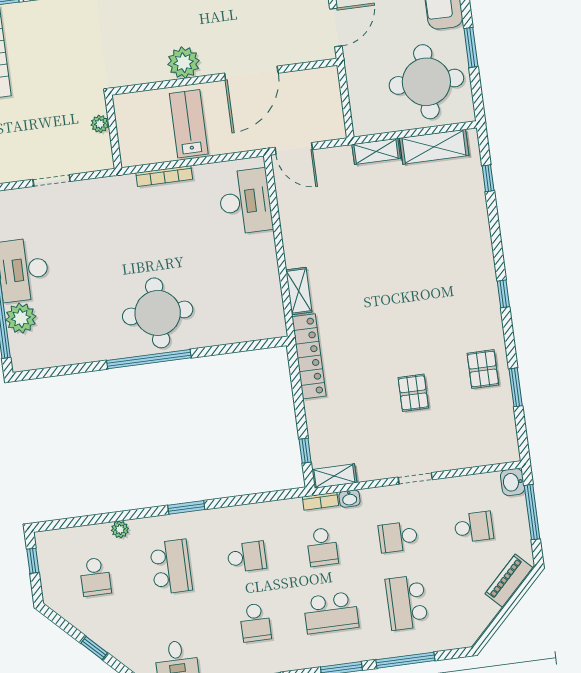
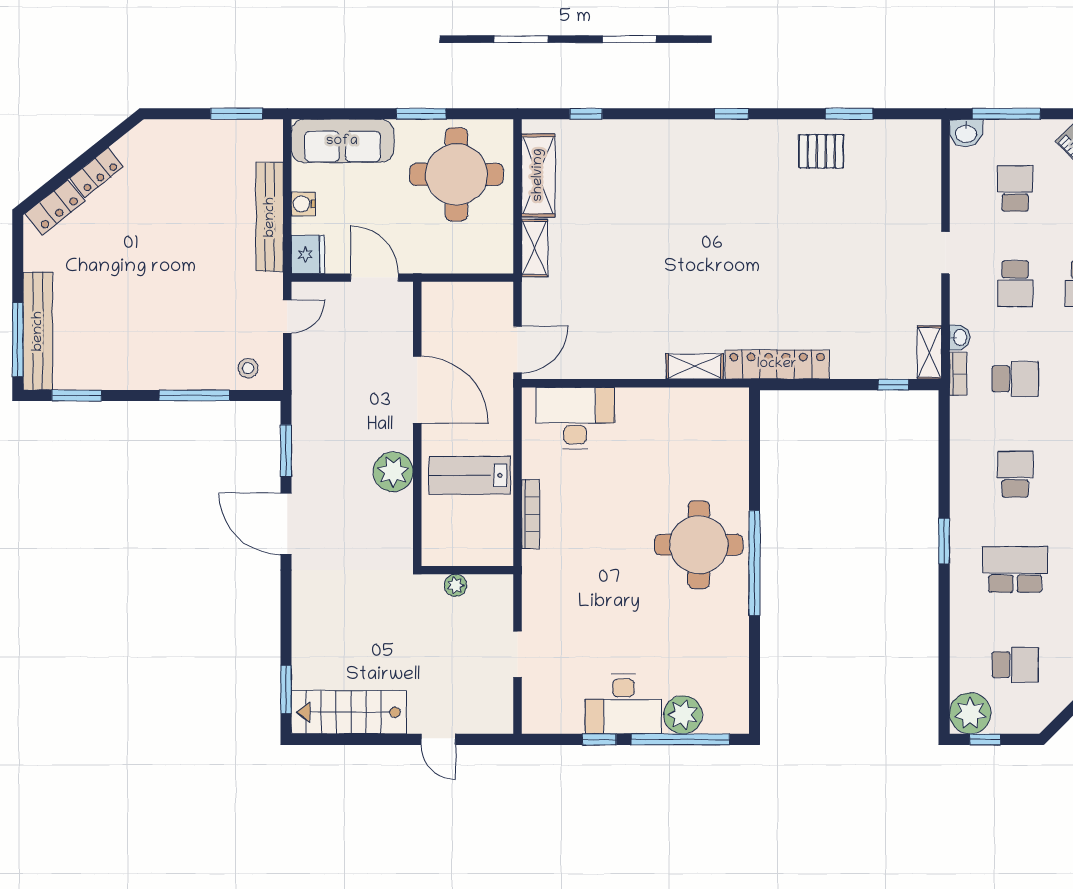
pallet: (413, 393) -> (839, 241), removed
plant: (120, 529) -> (970, 713), moved, width x1.87, depth x1.87

